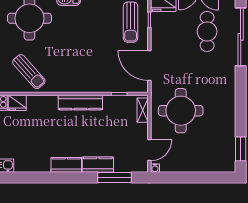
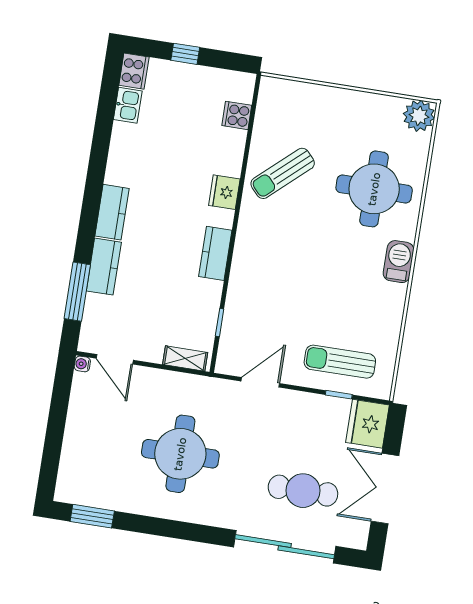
door: (149, 65) -> (260, 382), width x0.73
fridge: (17, 103) -> (224, 192), moved
kitchen counter: (80, 103) -> (215, 253), width x0.67
round table: (181, 111) -> (180, 454), moved

